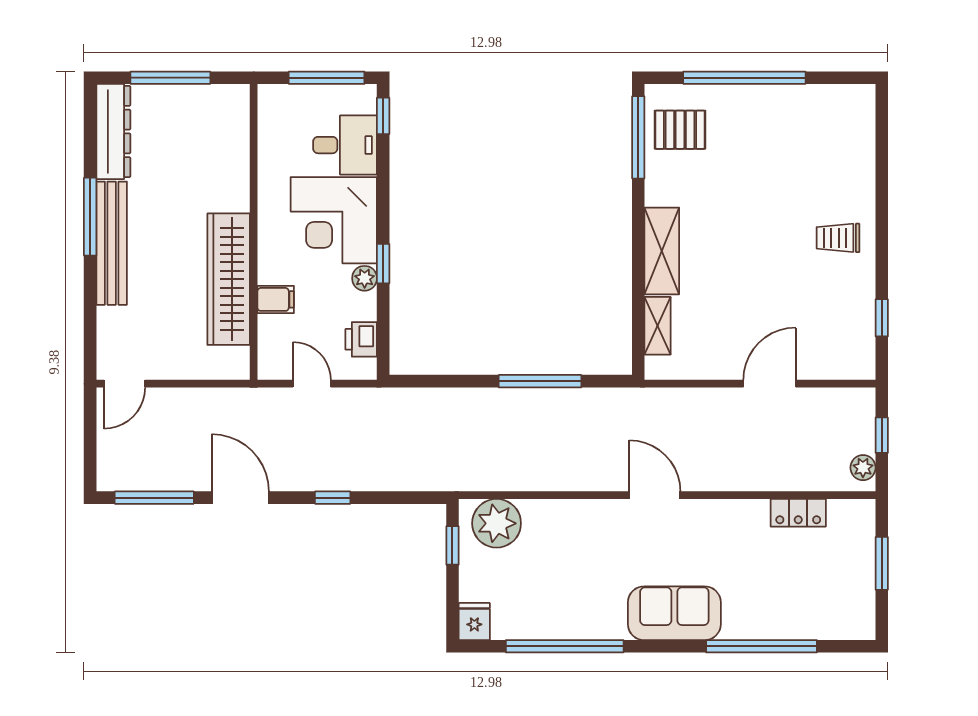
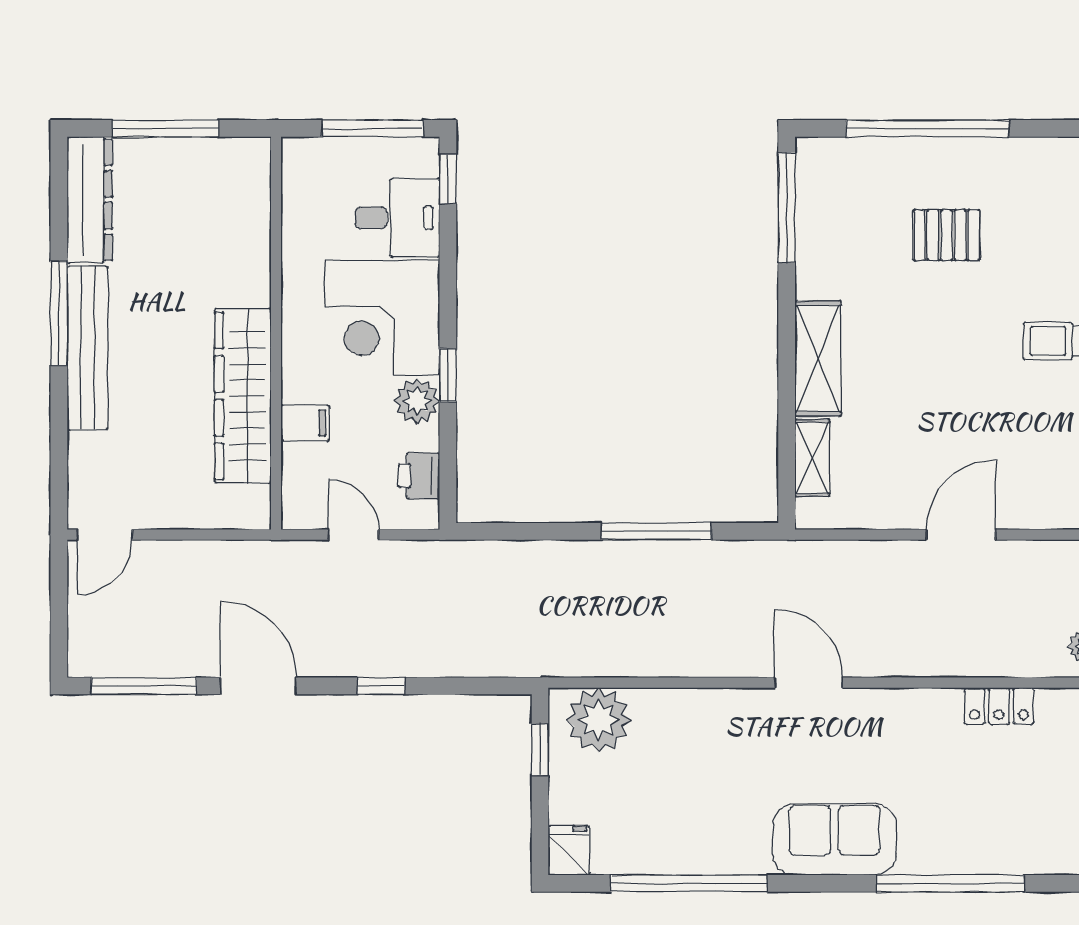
pallet: (680, 130) -> (947, 235), moved
plant: (365, 278) -> (417, 401), width x1.38, depth x1.38

